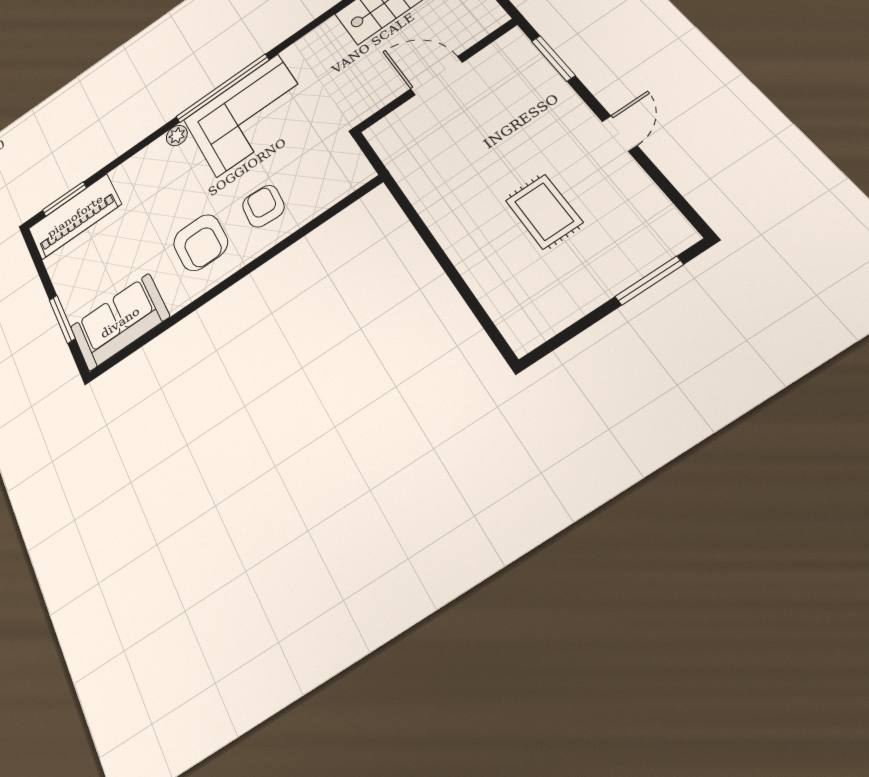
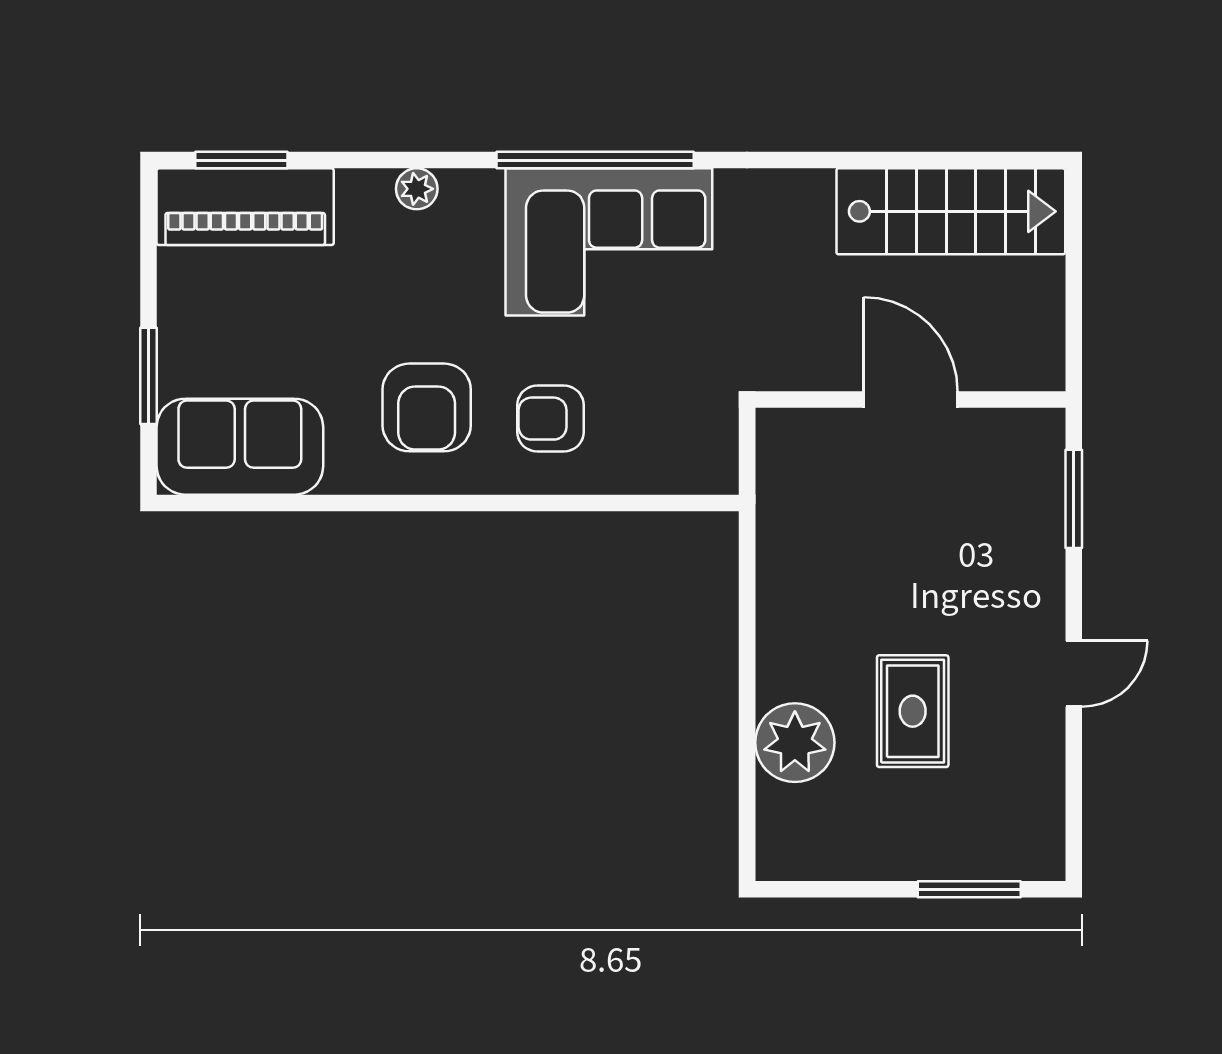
plant: (177, 136) -> (417, 189), moved
armchair: (263, 206) -> (550, 419), turned -94
plant: (490, 271) -> (795, 743), added

